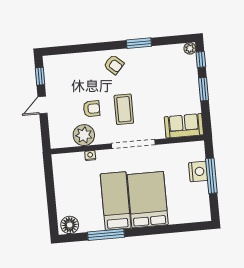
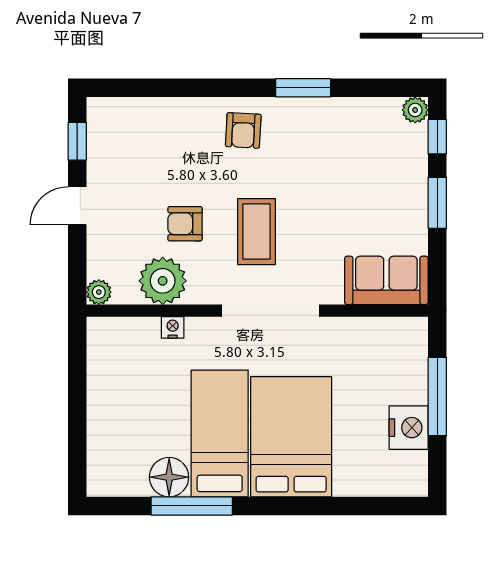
armchair: (114, 65) -> (243, 130), turned 51
armchair: (92, 109) -> (185, 224), turned 180
plant: (56, 143) -> (99, 292), added
nightstand: (198, 172) -> (409, 428), moved
floor lamp: (70, 225) -> (169, 477), moved

